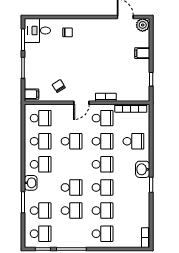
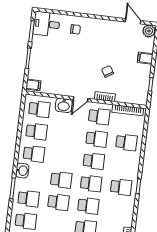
chair: (59, 86) -> (108, 71), moved
school desk: (72, 141) -> (121, 187), moved
washbasin: (143, 169) -> (64, 105), moved, turned -90

